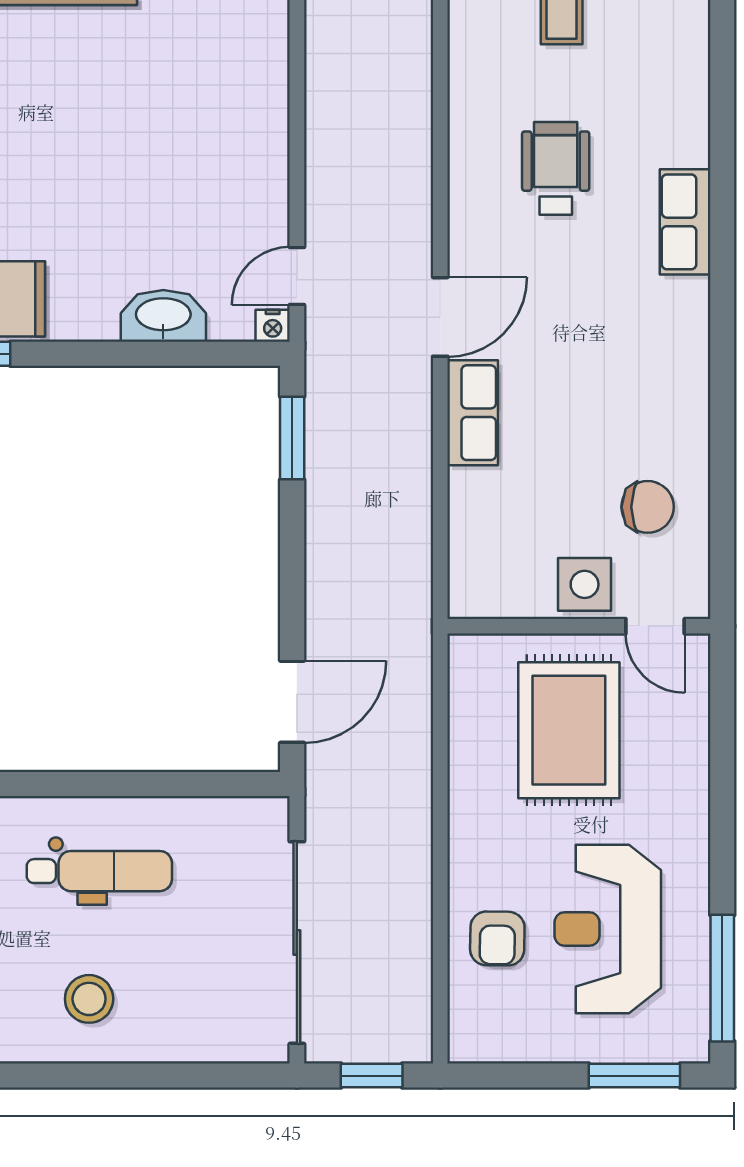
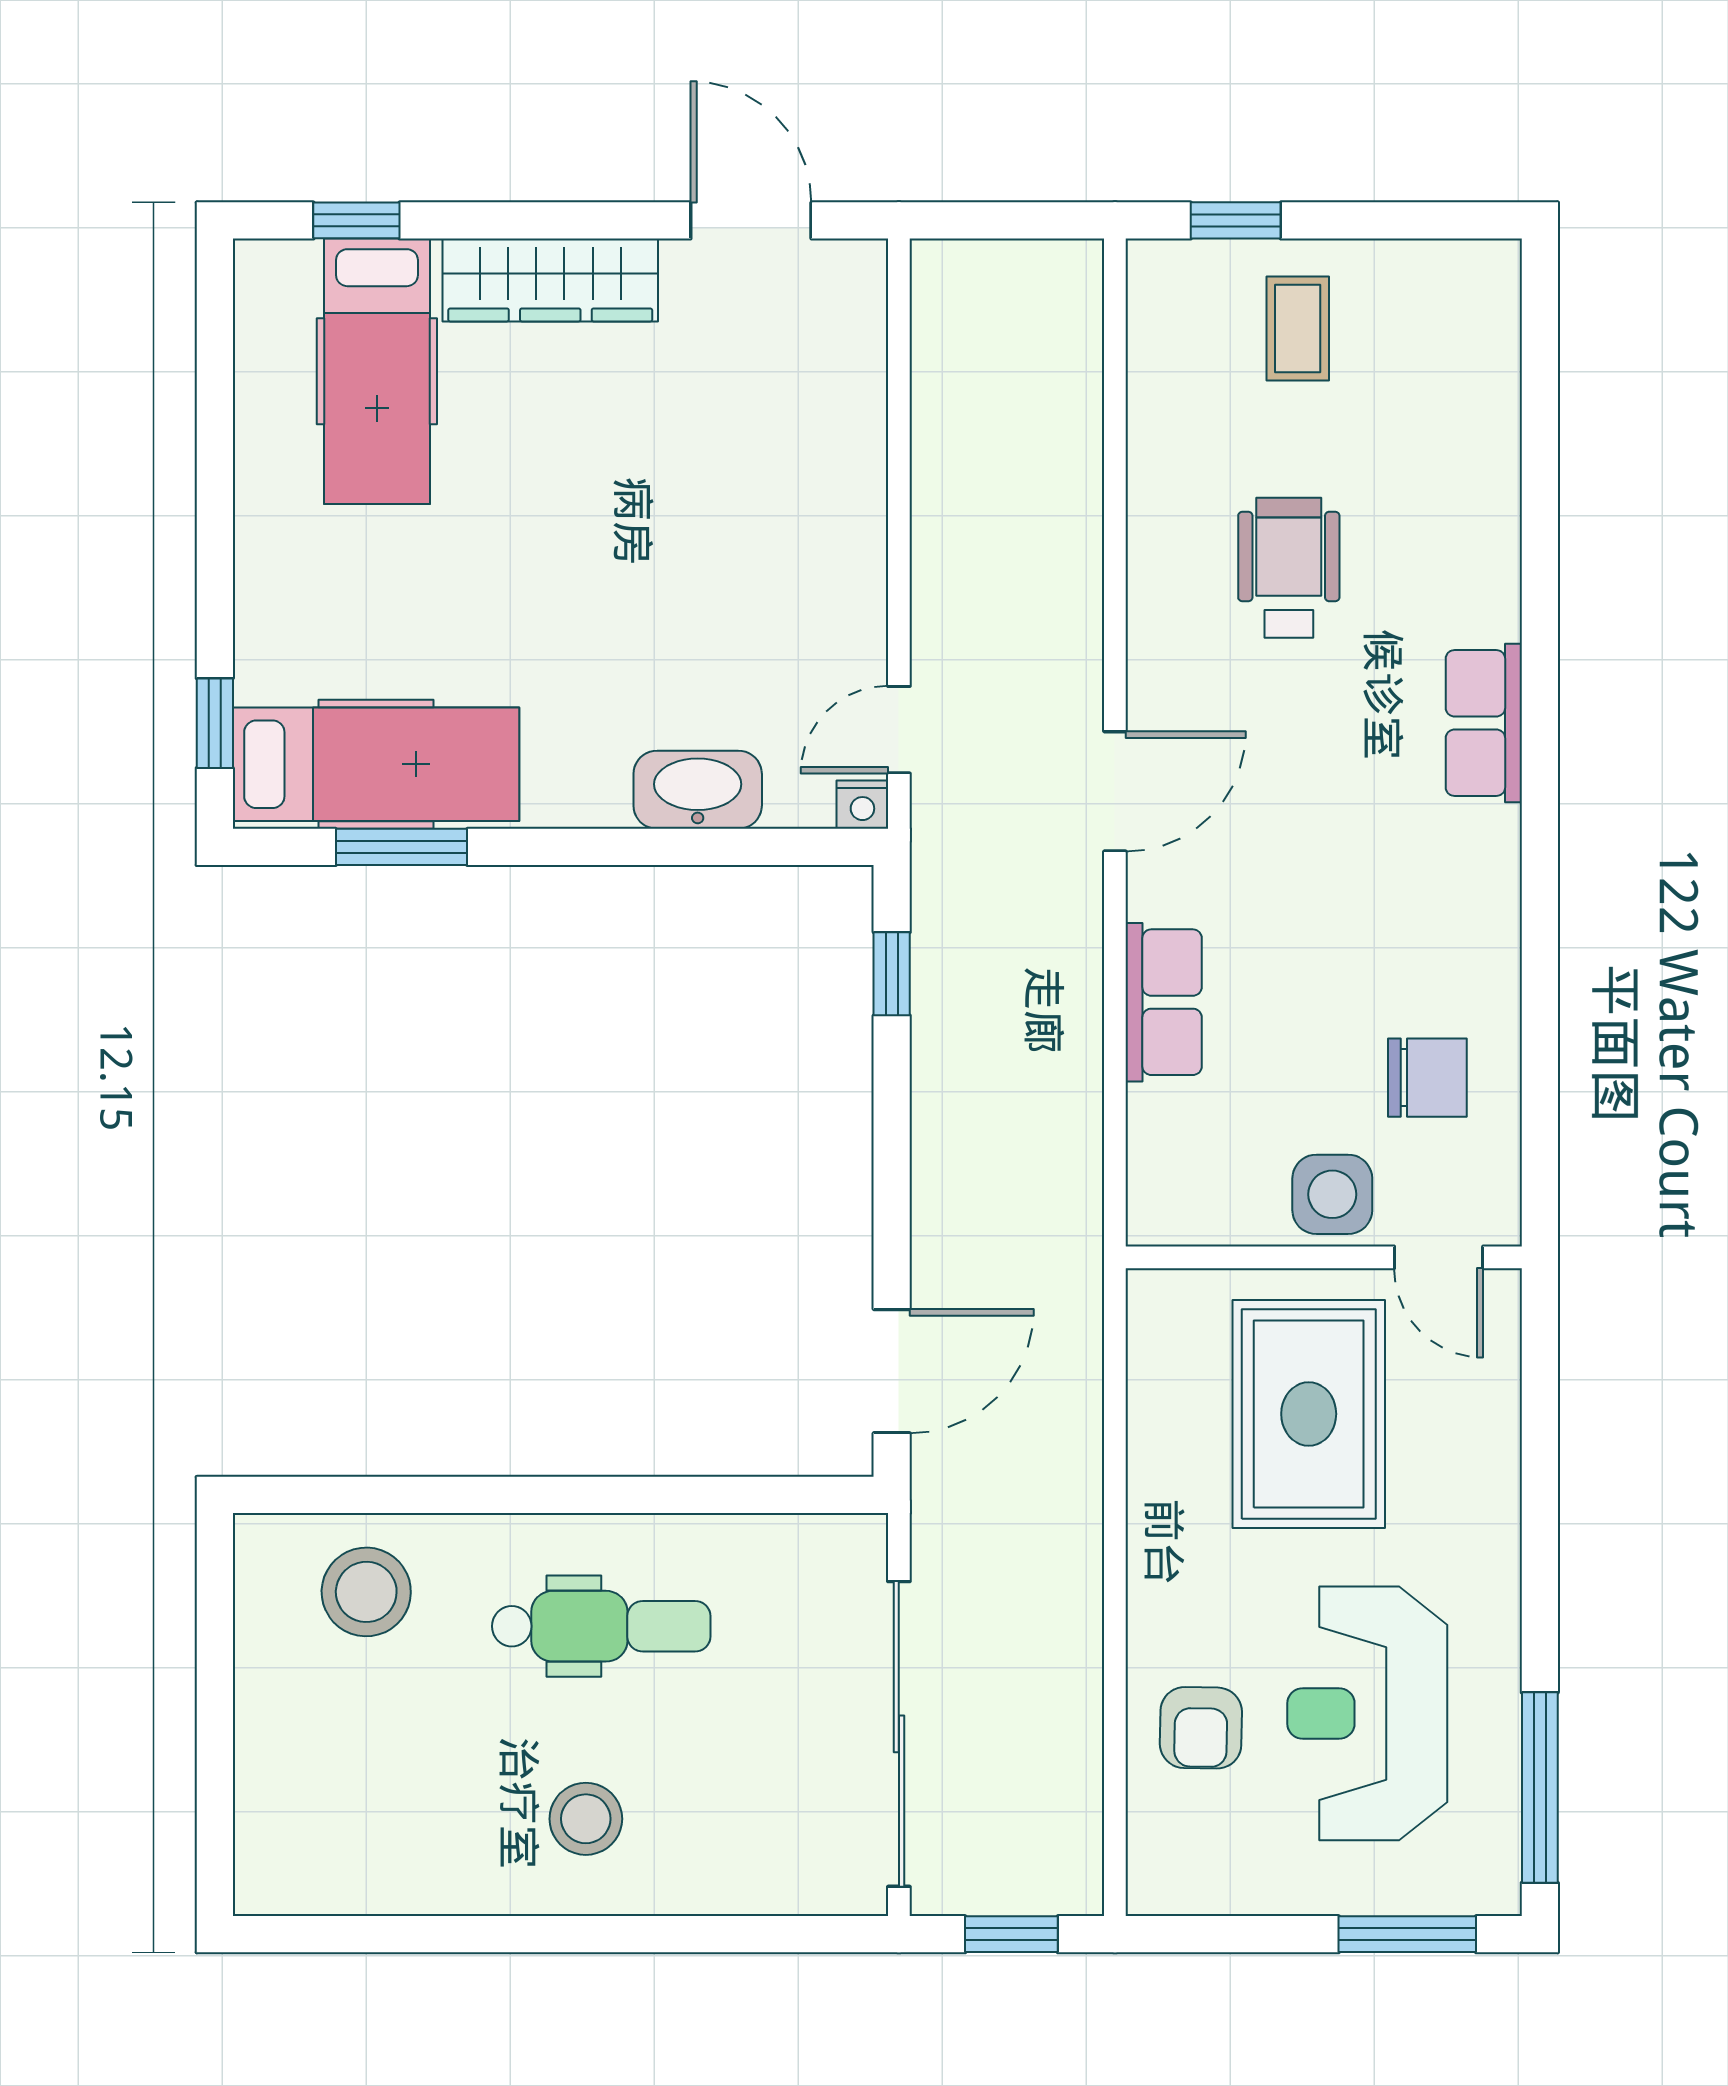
row of seats: (685, 222) -> (1484, 723), moved
row of seats: (473, 413) -> (1164, 1002), moved
window: (292, 438) -> (892, 974), width x0.67

